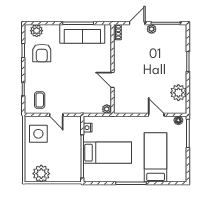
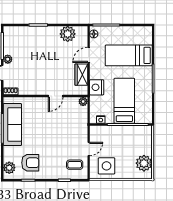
wardrobe: (135, 107) -> (81, 75), added
nightstand: (122, 123) -> (97, 87), added

